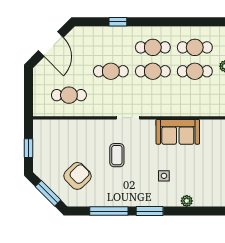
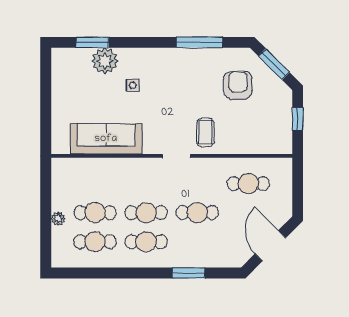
window: (118, 22) -> (189, 273), width x1.50
sofa: (178, 132) -> (106, 139), width x1.36
coffee table: (117, 155) -> (205, 132), moved
armchair: (78, 176) -> (238, 85), turned 134
plant: (187, 201) -> (105, 61), width x1.88, depth x1.88
window: (150, 211) -> (92, 42), moved

